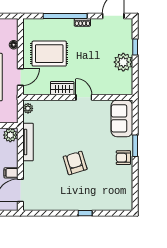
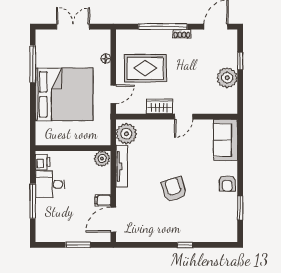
door: (84, 97) -> (184, 117), swing flipped
plant: (28, 108) -> (126, 134), width x1.88, depth x1.88
window: (135, 146) -> (240, 208), moved
armchair: (123, 158) -> (227, 184), turned -90

